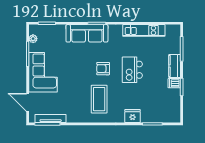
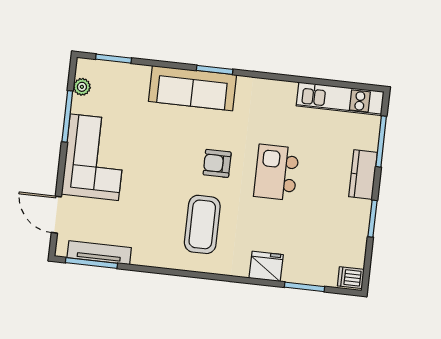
kitchen unit: (144, 30) -> (340, 99), moved
dishwasher: (174, 83) -> (351, 278), moved

